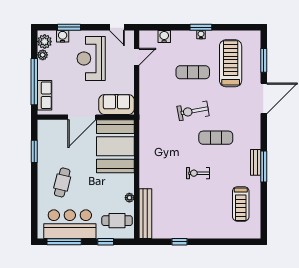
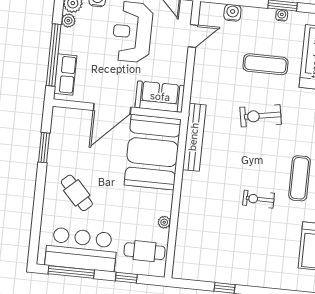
exercise mat: (216, 138) -> (300, 178), moved, turned 90
cafe table: (62, 182) -> (77, 193), turned -57
bench: (145, 214) -> (194, 137), moved

